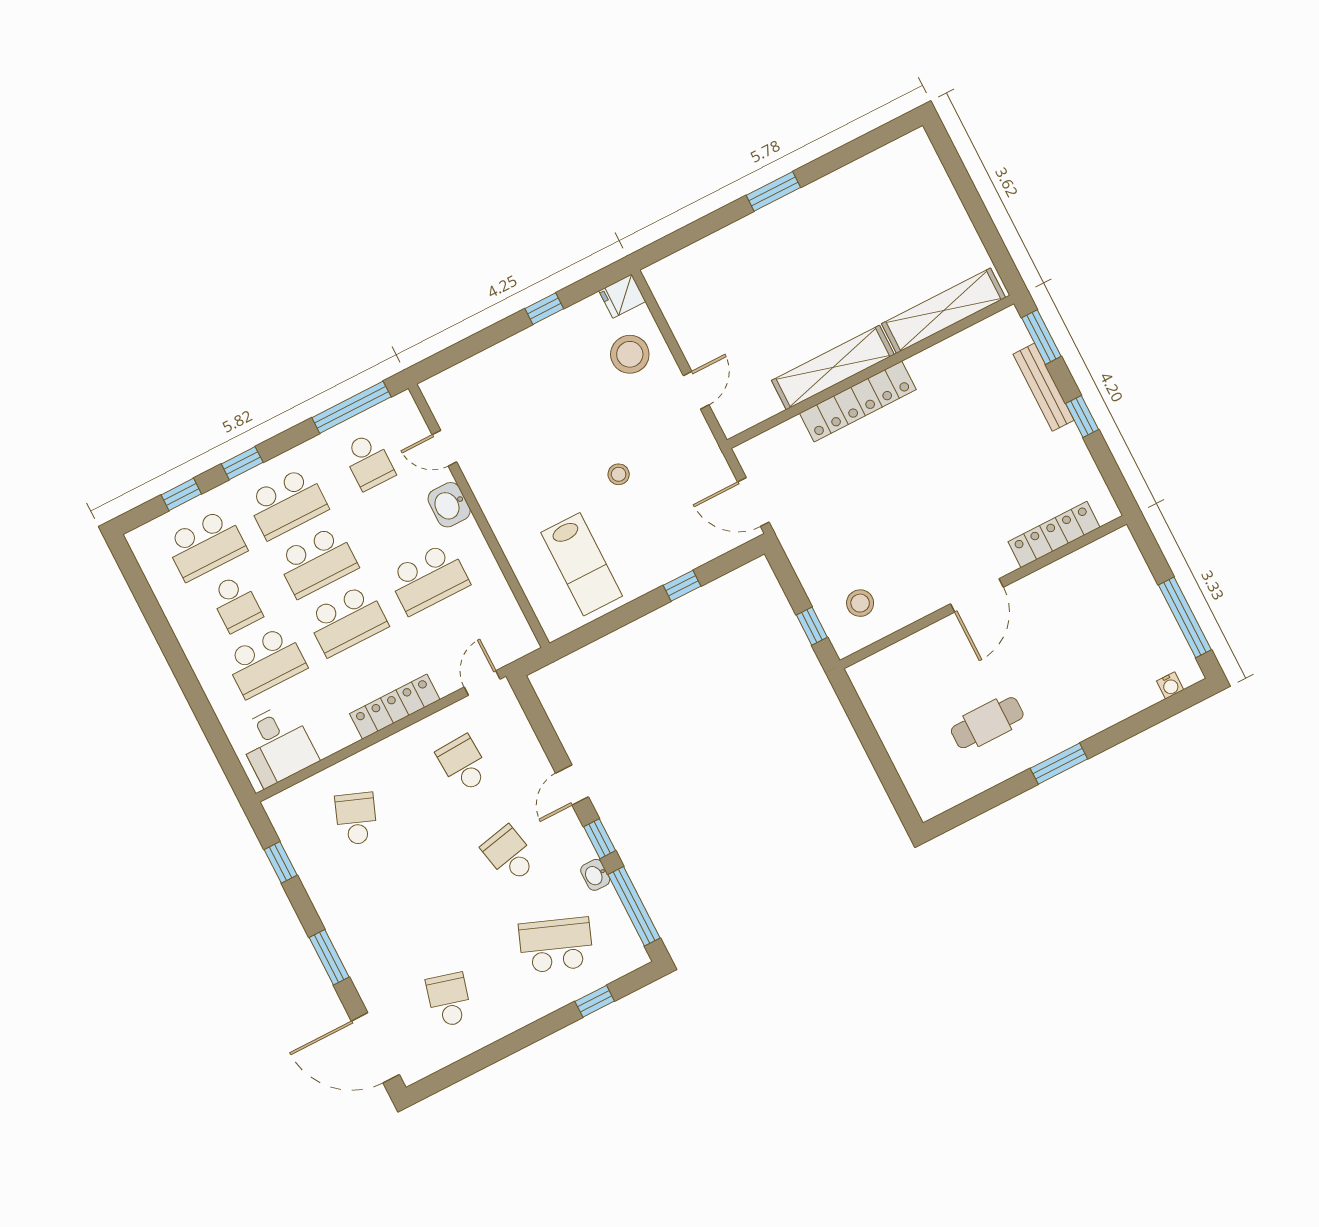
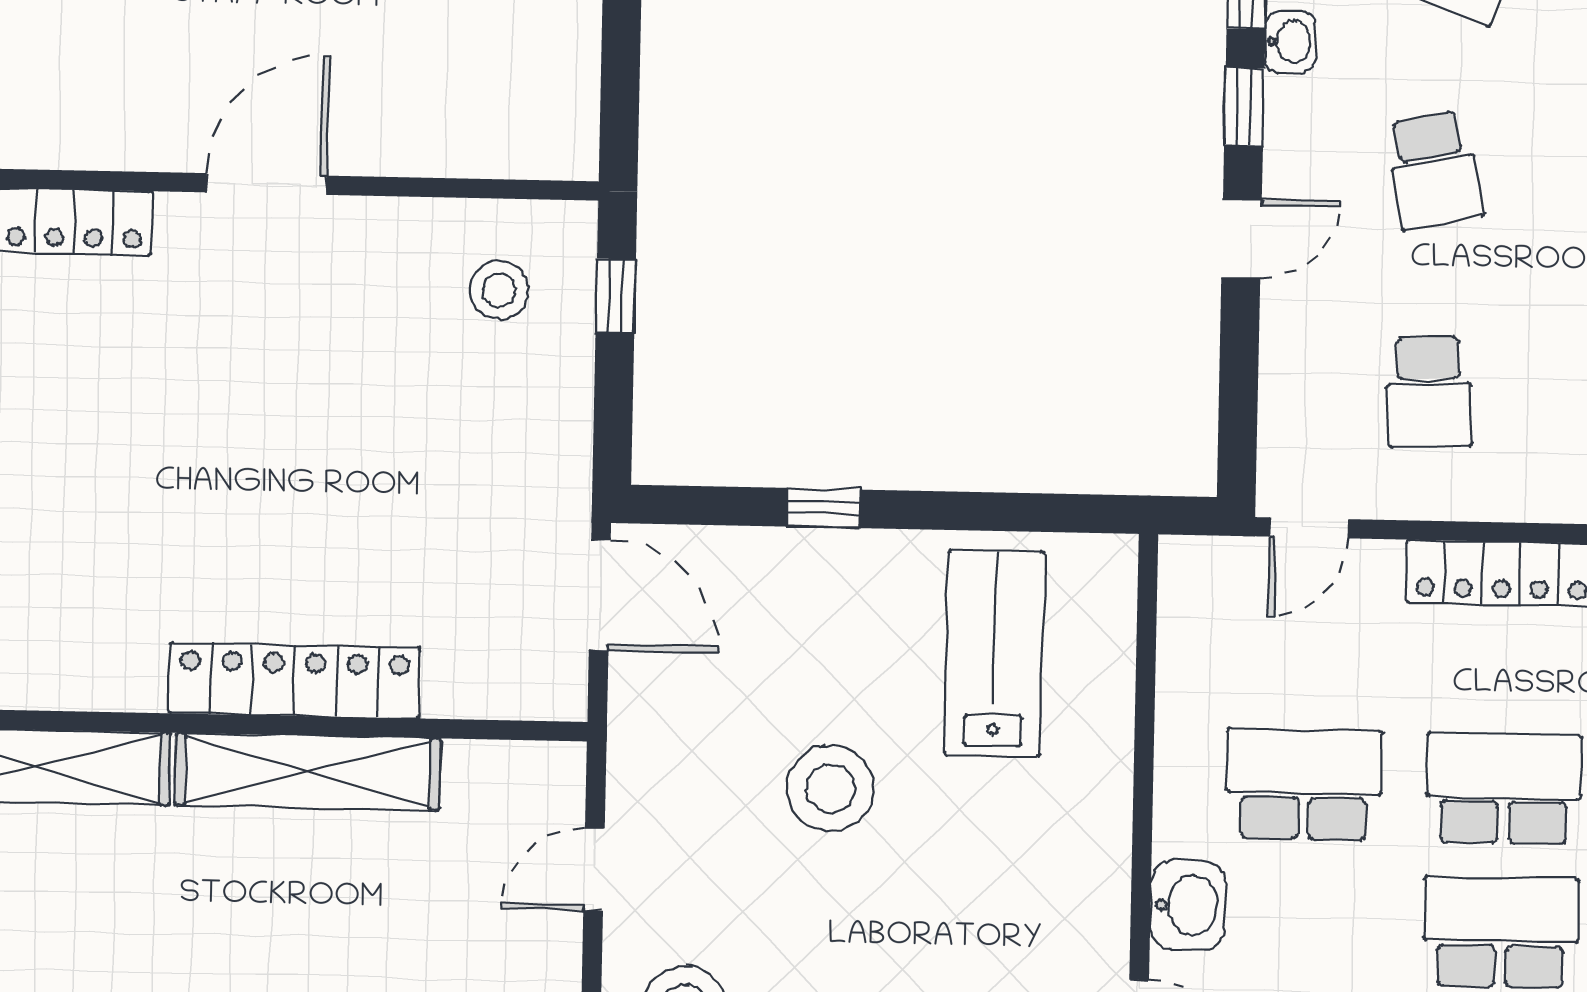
stool: (619, 474) -> (830, 788), width x1.89, depth x1.89

